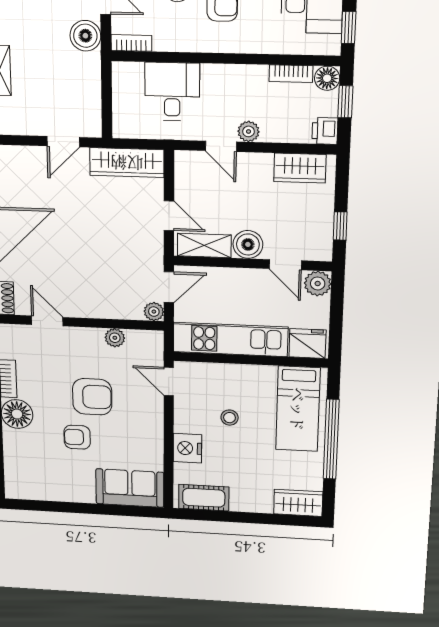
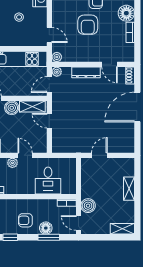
wardrobe: (127, 163) -> (69, 146), removed
dresser: (94, 308) -> (86, 72), added
plant: (115, 338) -> (57, 57), moved
armchair: (92, 397) -> (88, 25), turned -90

